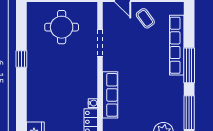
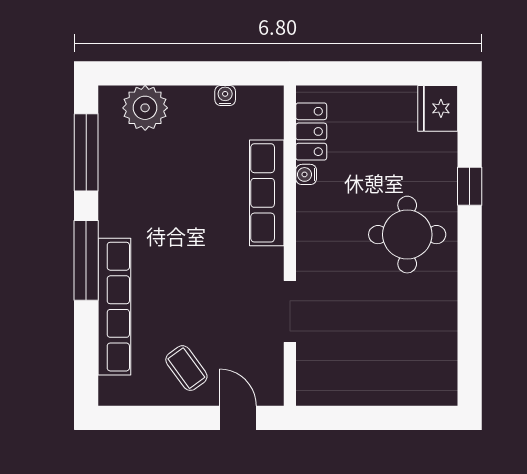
round table: (62, 27) -> (407, 235), moved
window: (21, 59) -> (470, 186), moved

